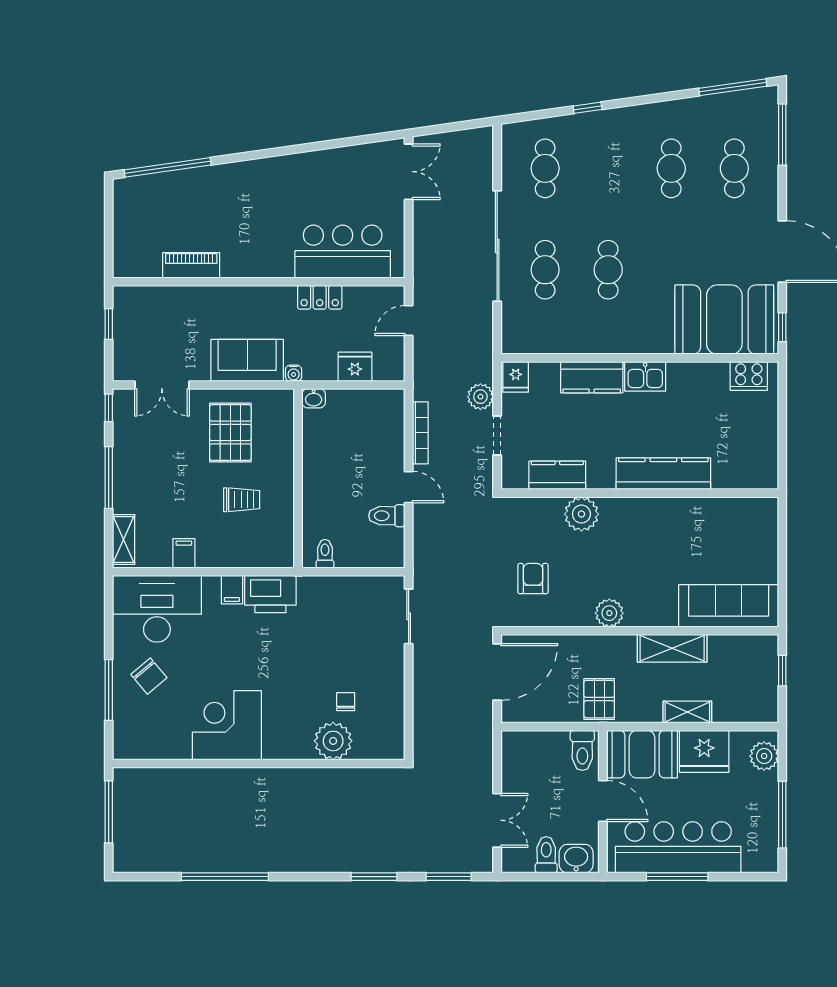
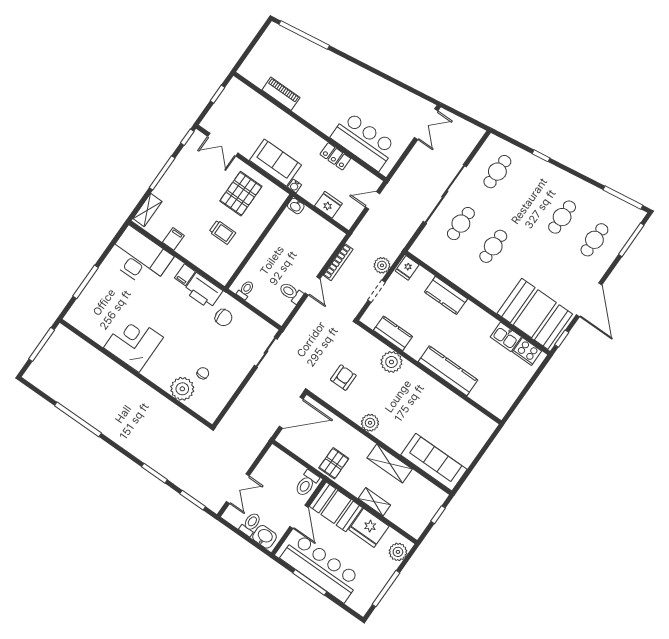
kitchen sink: (645, 376) -> (506, 337), moved
chair: (149, 676) -> (224, 318), moved, turned -50

